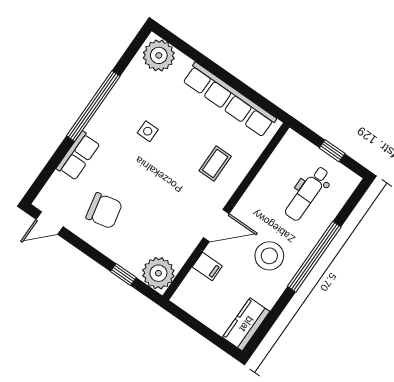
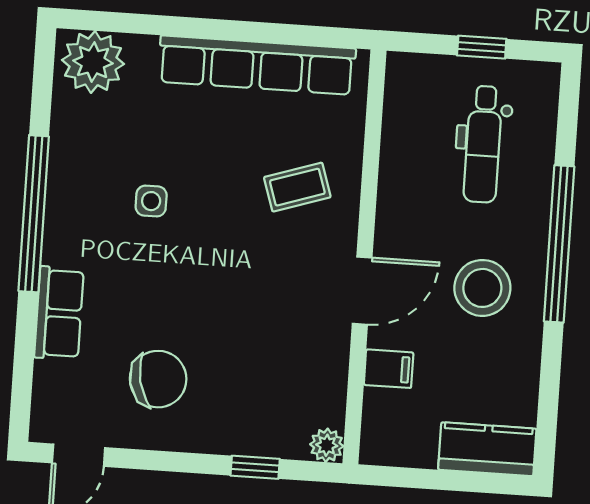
coffee table: (215, 163) -> (297, 187), turned 72
plant: (158, 273) -> (327, 445), width x0.53, depth x0.53
kitchen counter: (246, 324) -> (487, 449), moved, turned 90

